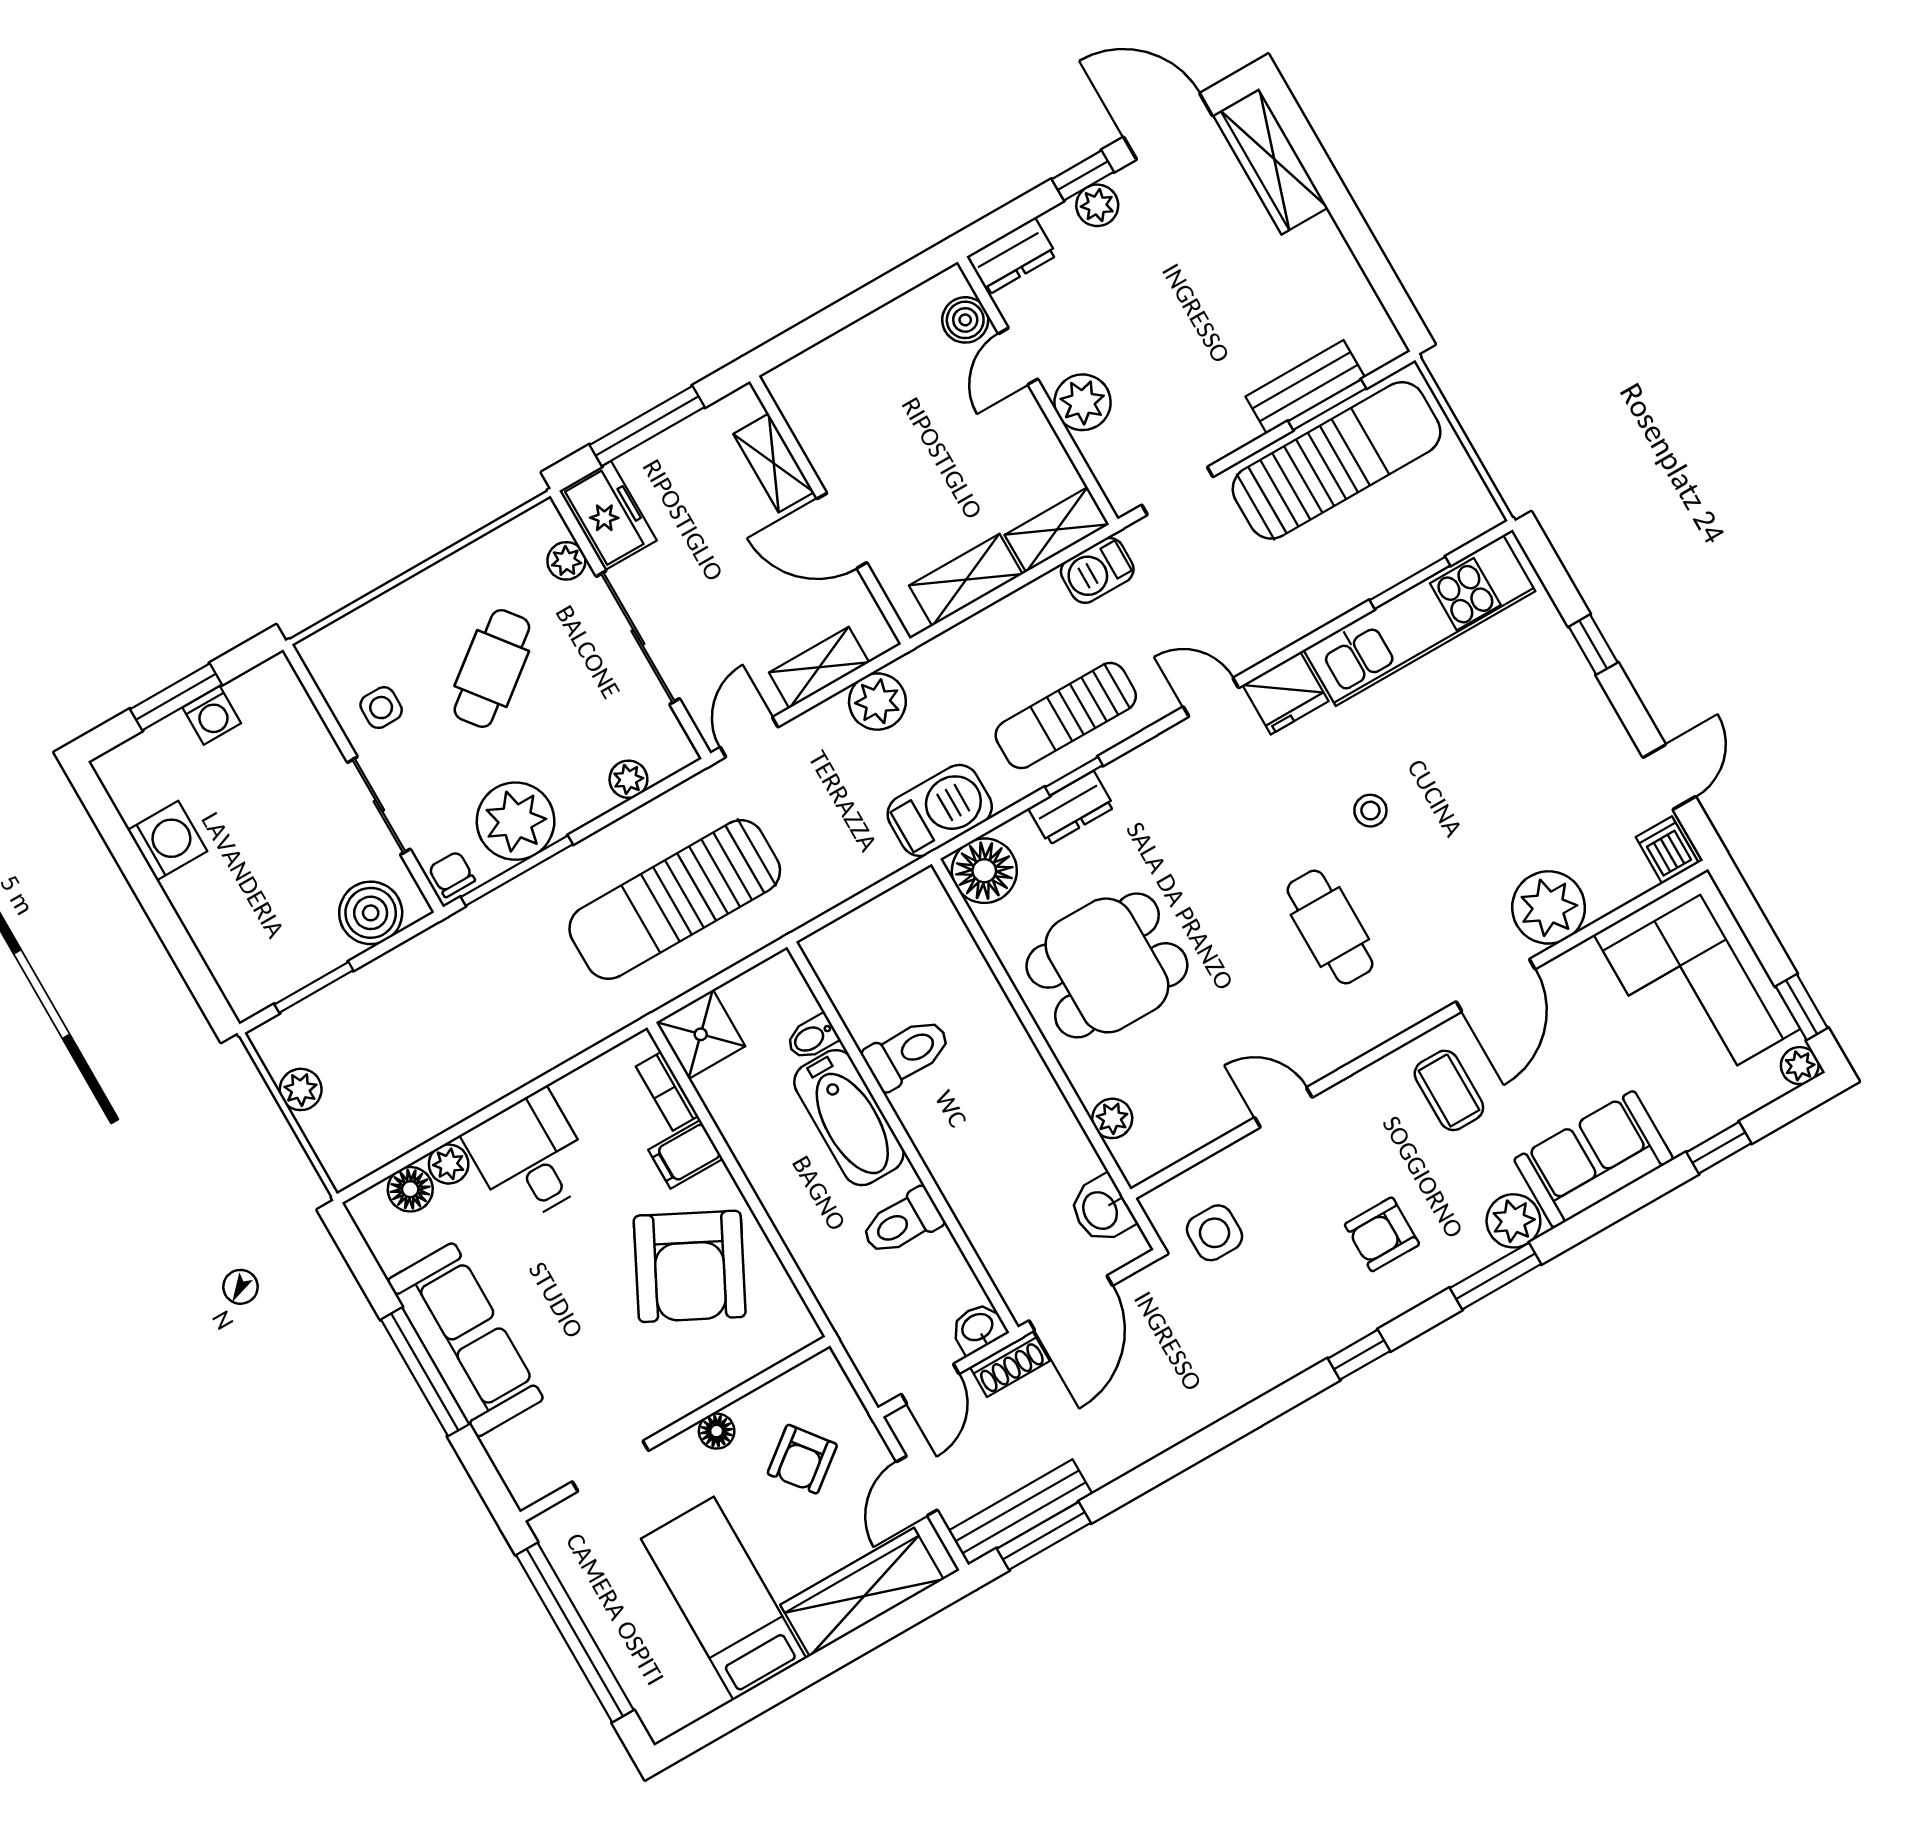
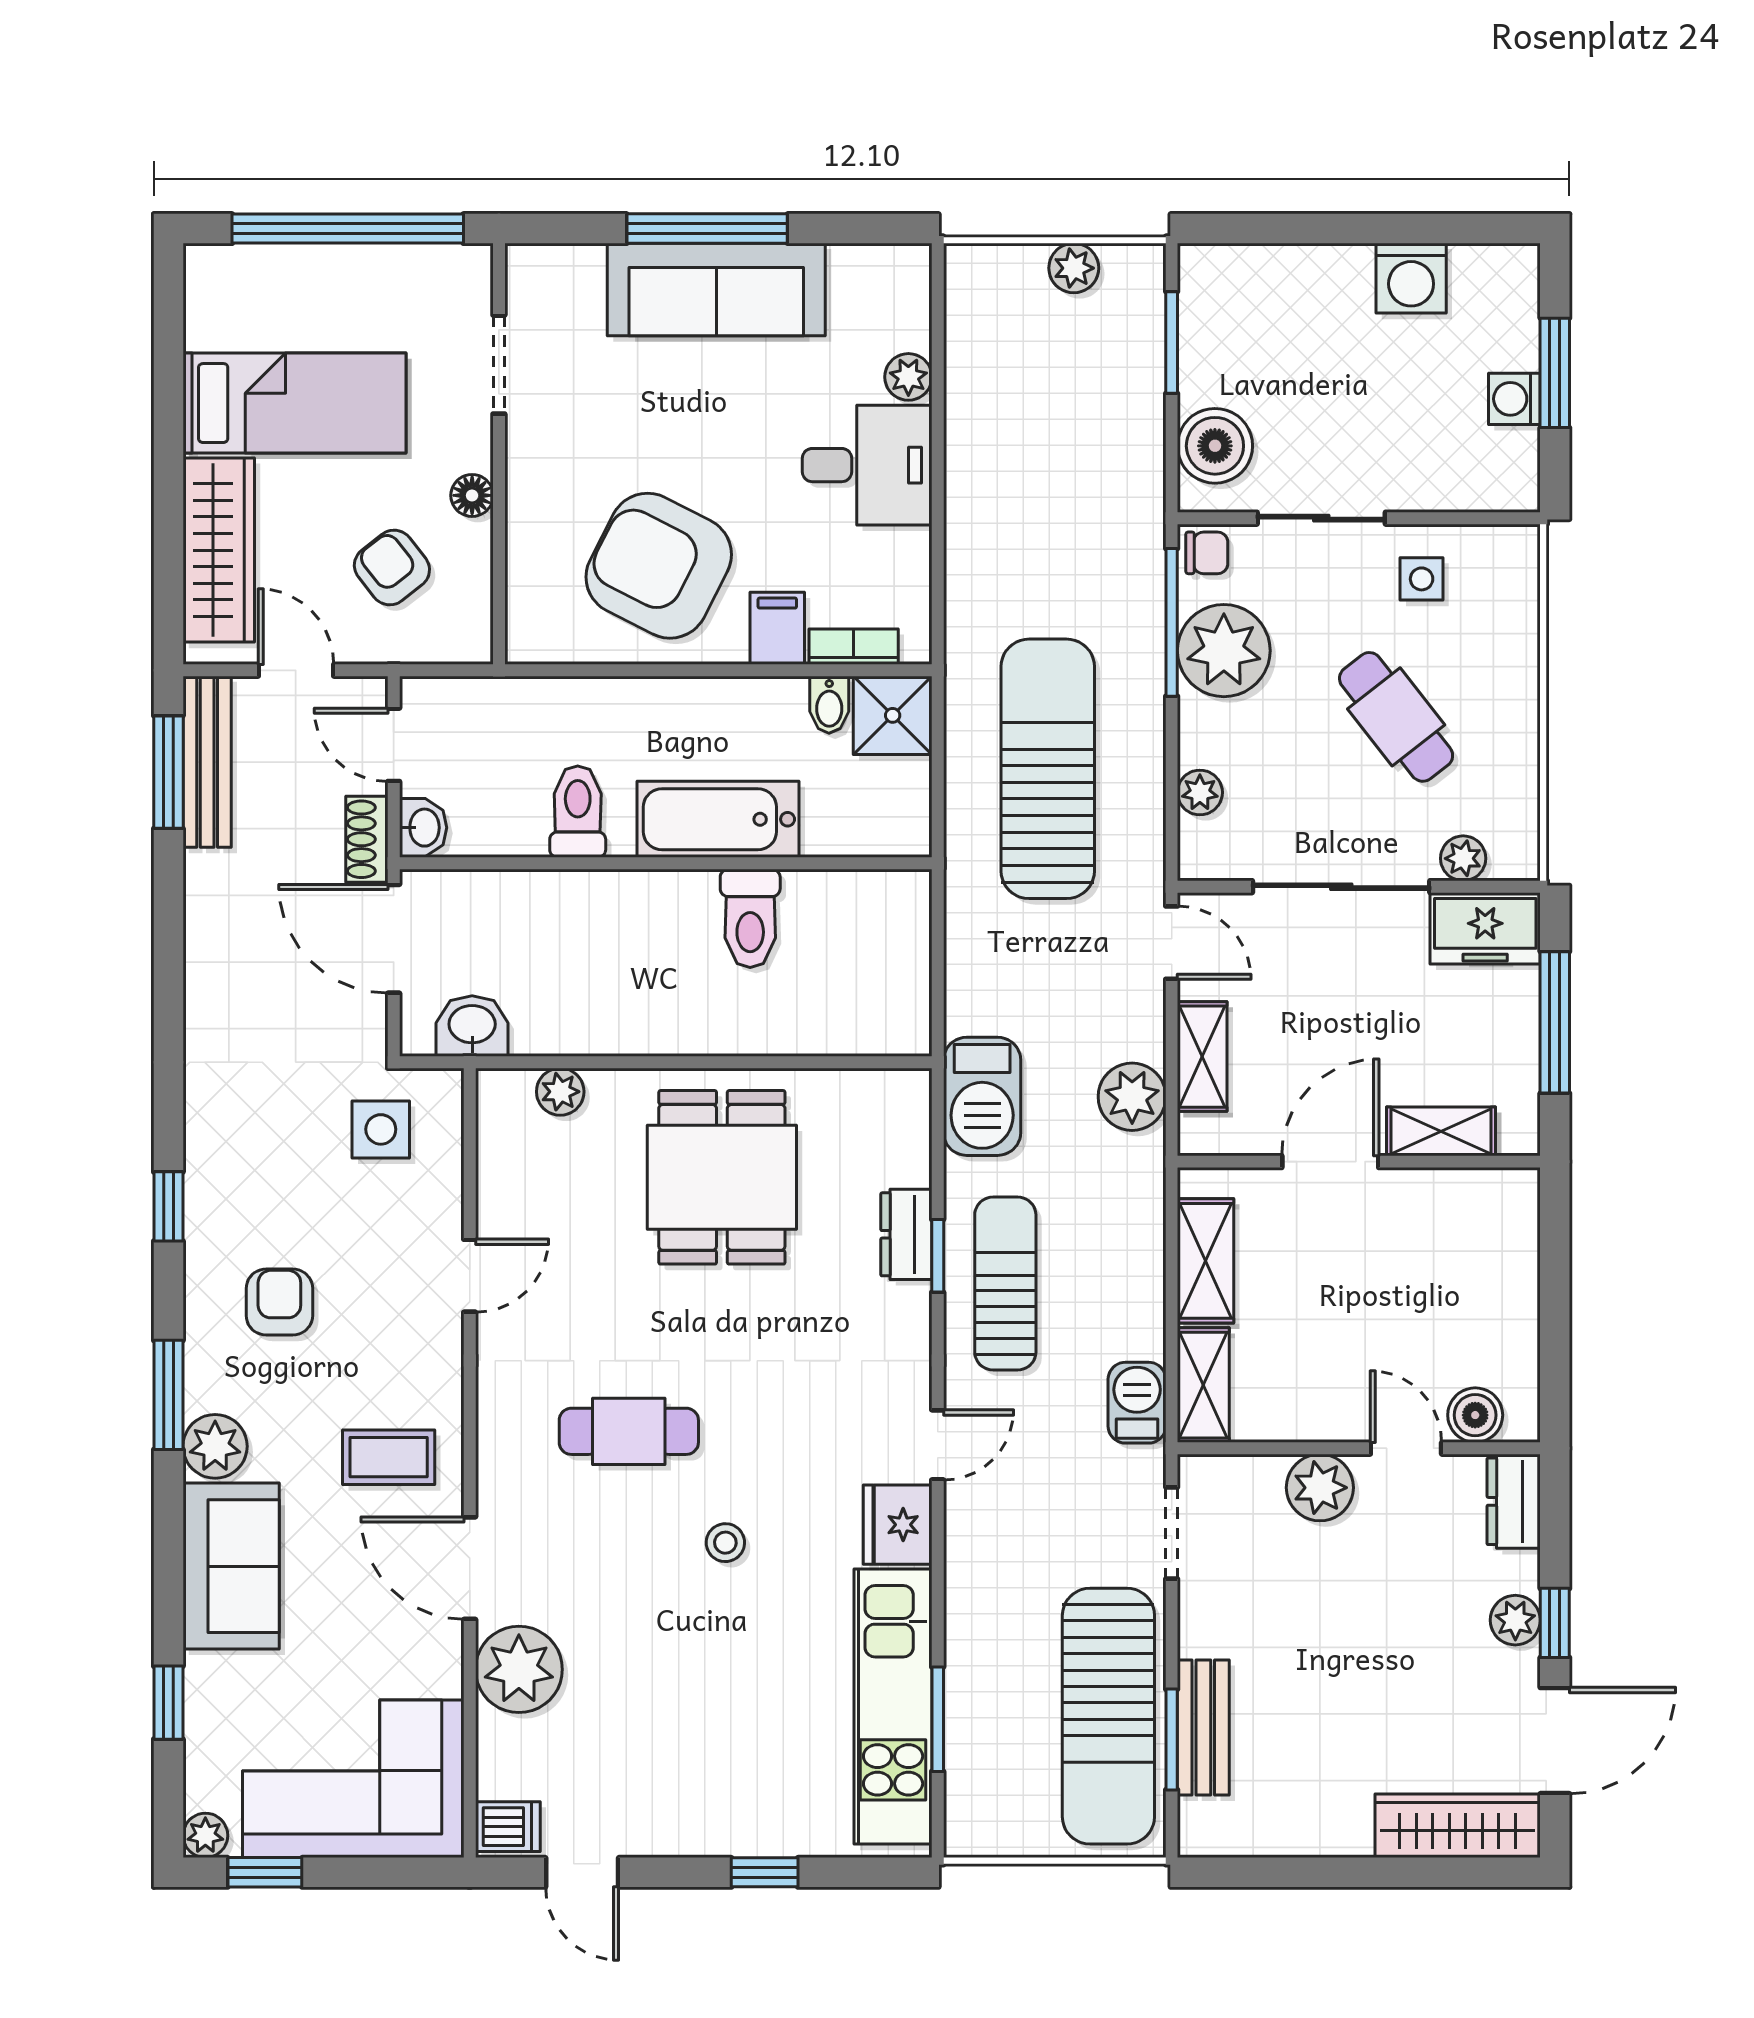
floor lamp: (984, 871) -> (893, 1107), removed
bidet: (812, 1037) -> (829, 705), moved, turned 180
floor lamp: (410, 1189) -> (905, 322), removed

